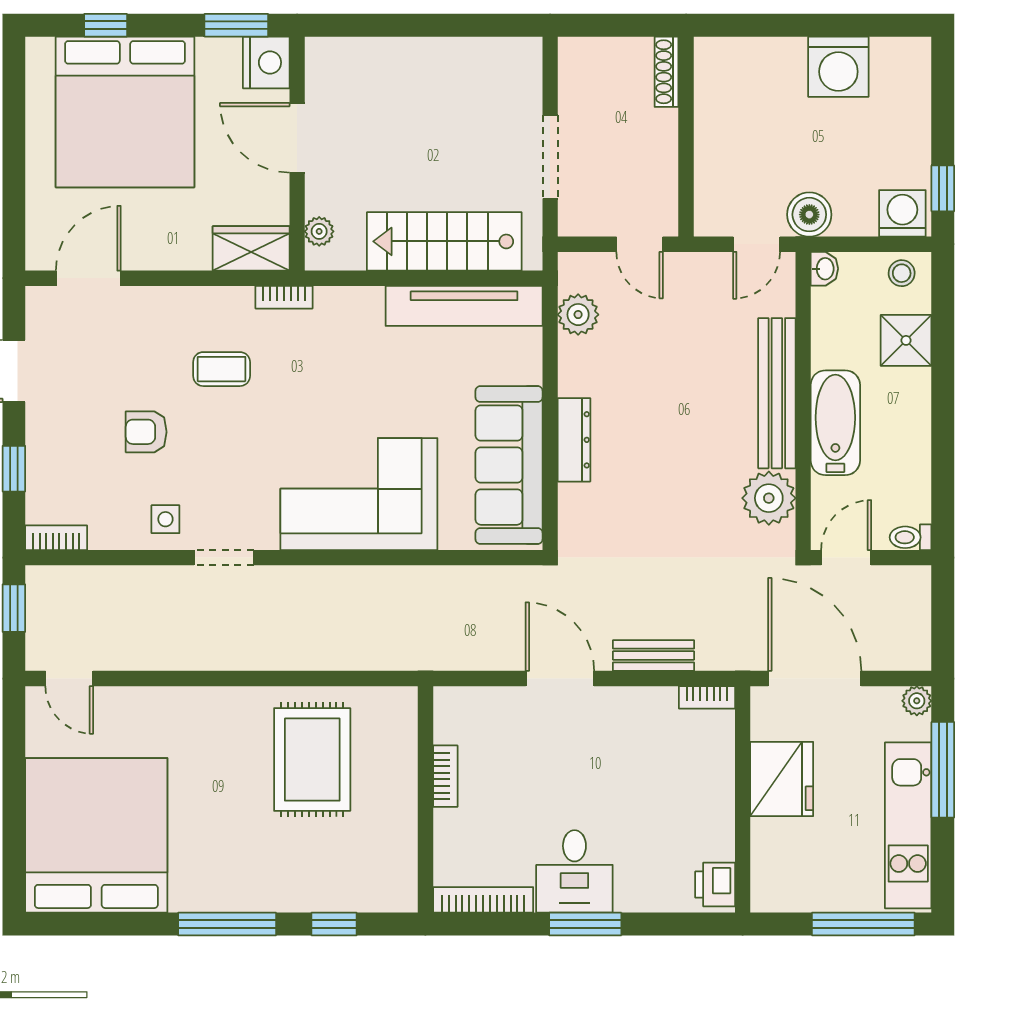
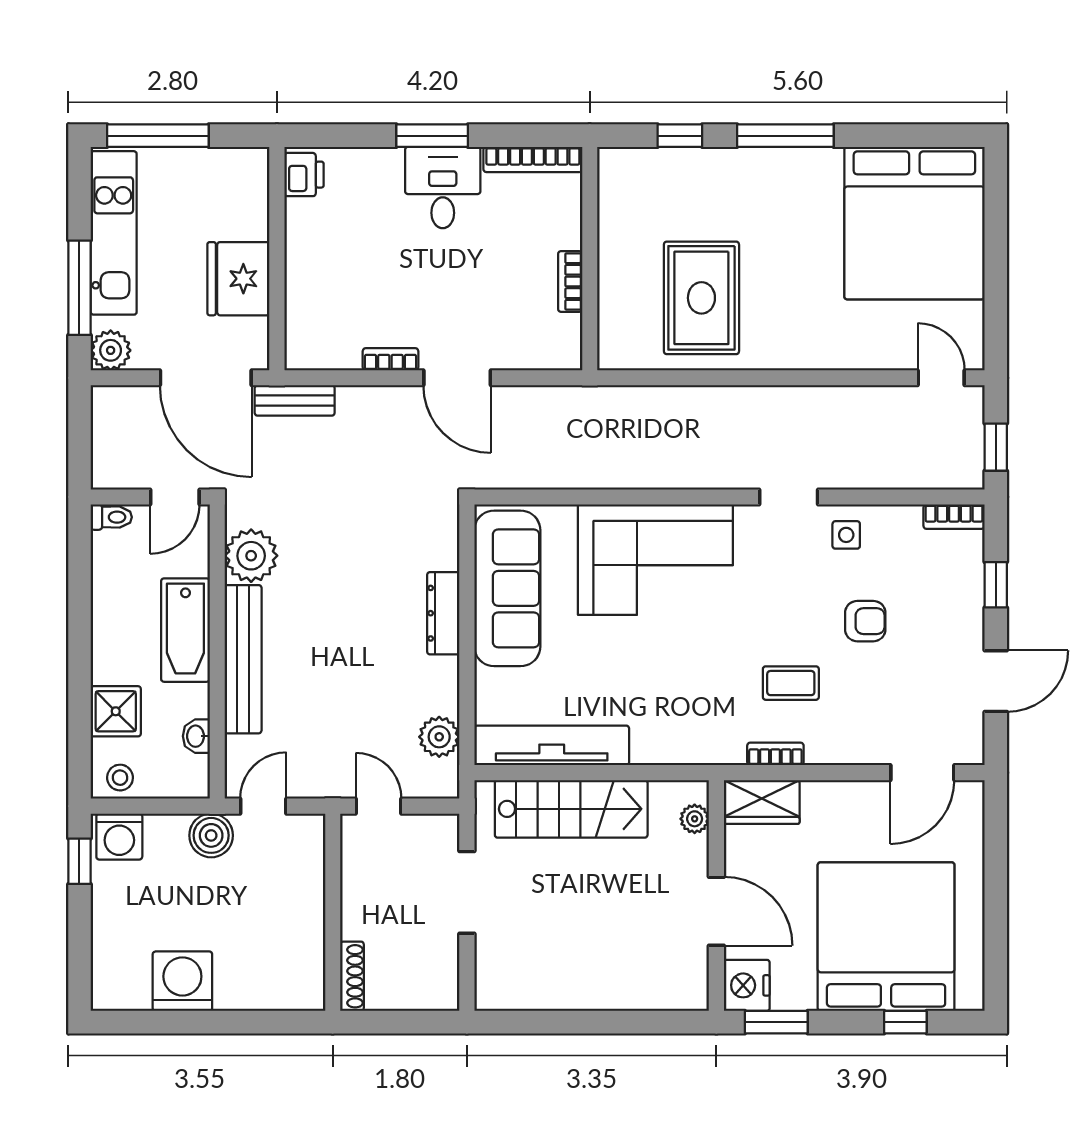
washbasin: (824, 269) -> (196, 736), moved
bookcase: (284, 297) -> (775, 754), moved
bench: (653, 655) -> (295, 400), moved
bookcase: (707, 697) -> (390, 359), moved
plant: (917, 701) -> (111, 350), width x1.38, depth x1.38

